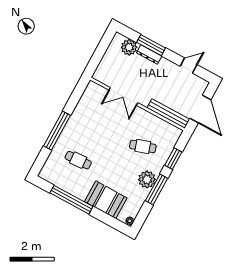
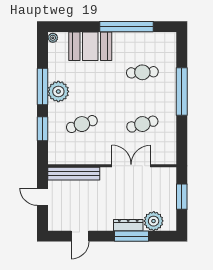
window: (99, 54) -> (182, 197), added
door: (200, 109) -> (43, 197), width x0.53
cafe table: (99, 122) -> (142, 124), added

